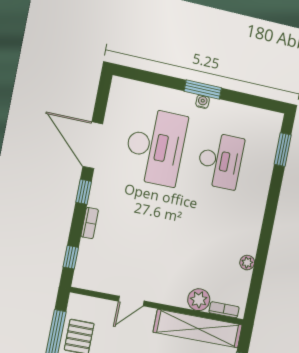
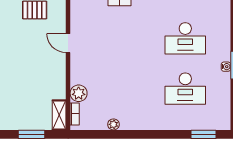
desk: (155, 147) -> (185, 38), width x0.73, depth x0.77
shelving: (198, 329) -> (59, 115), width x0.45, depth x0.75

